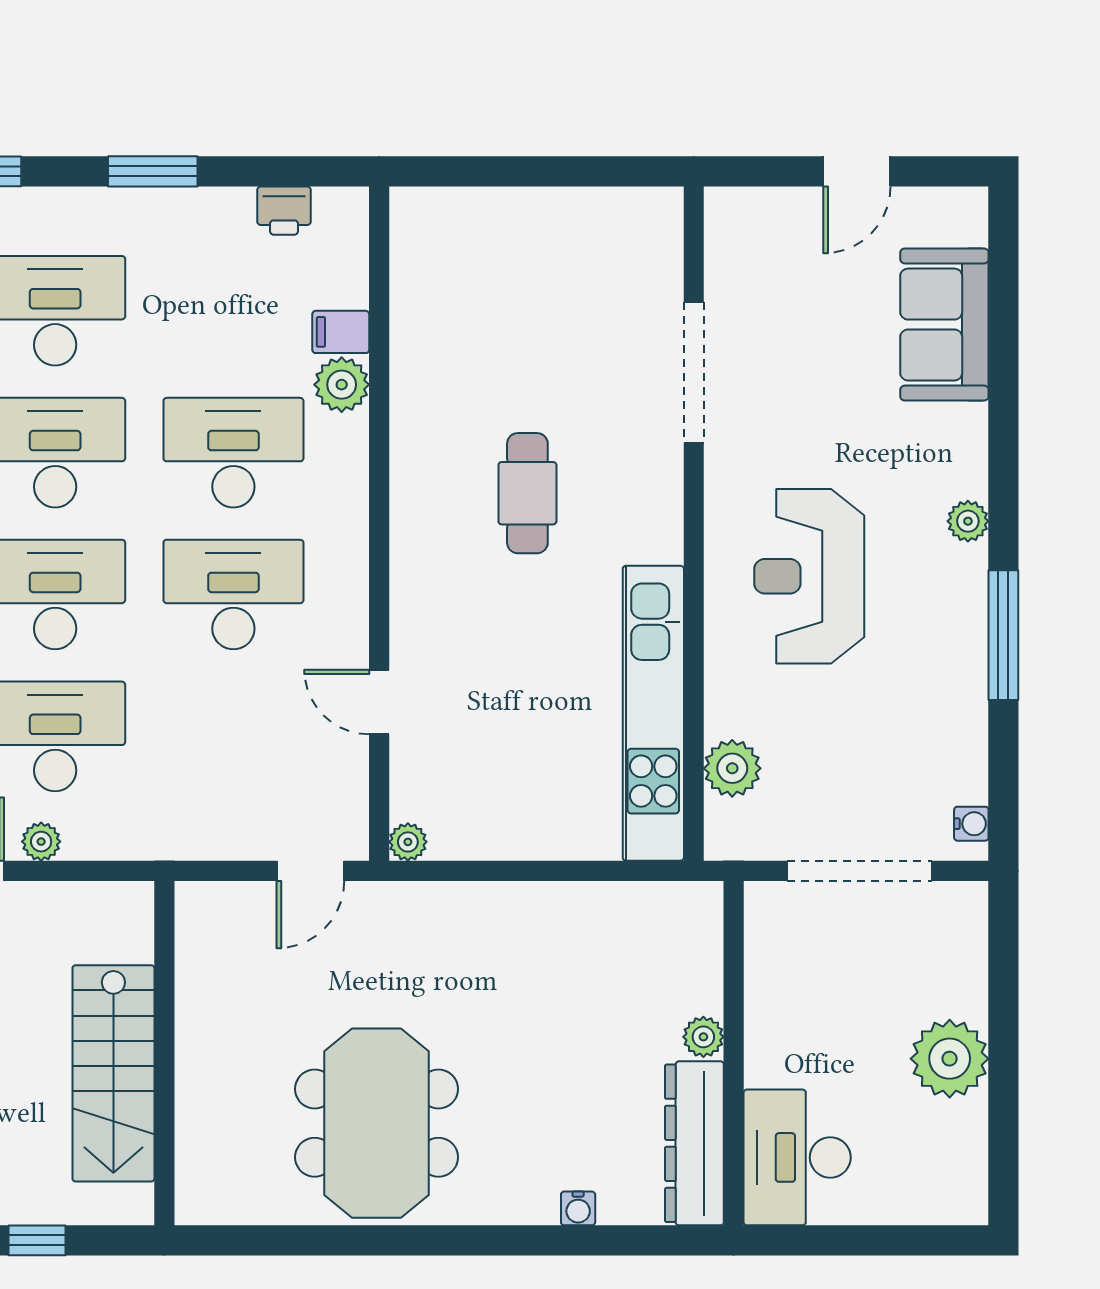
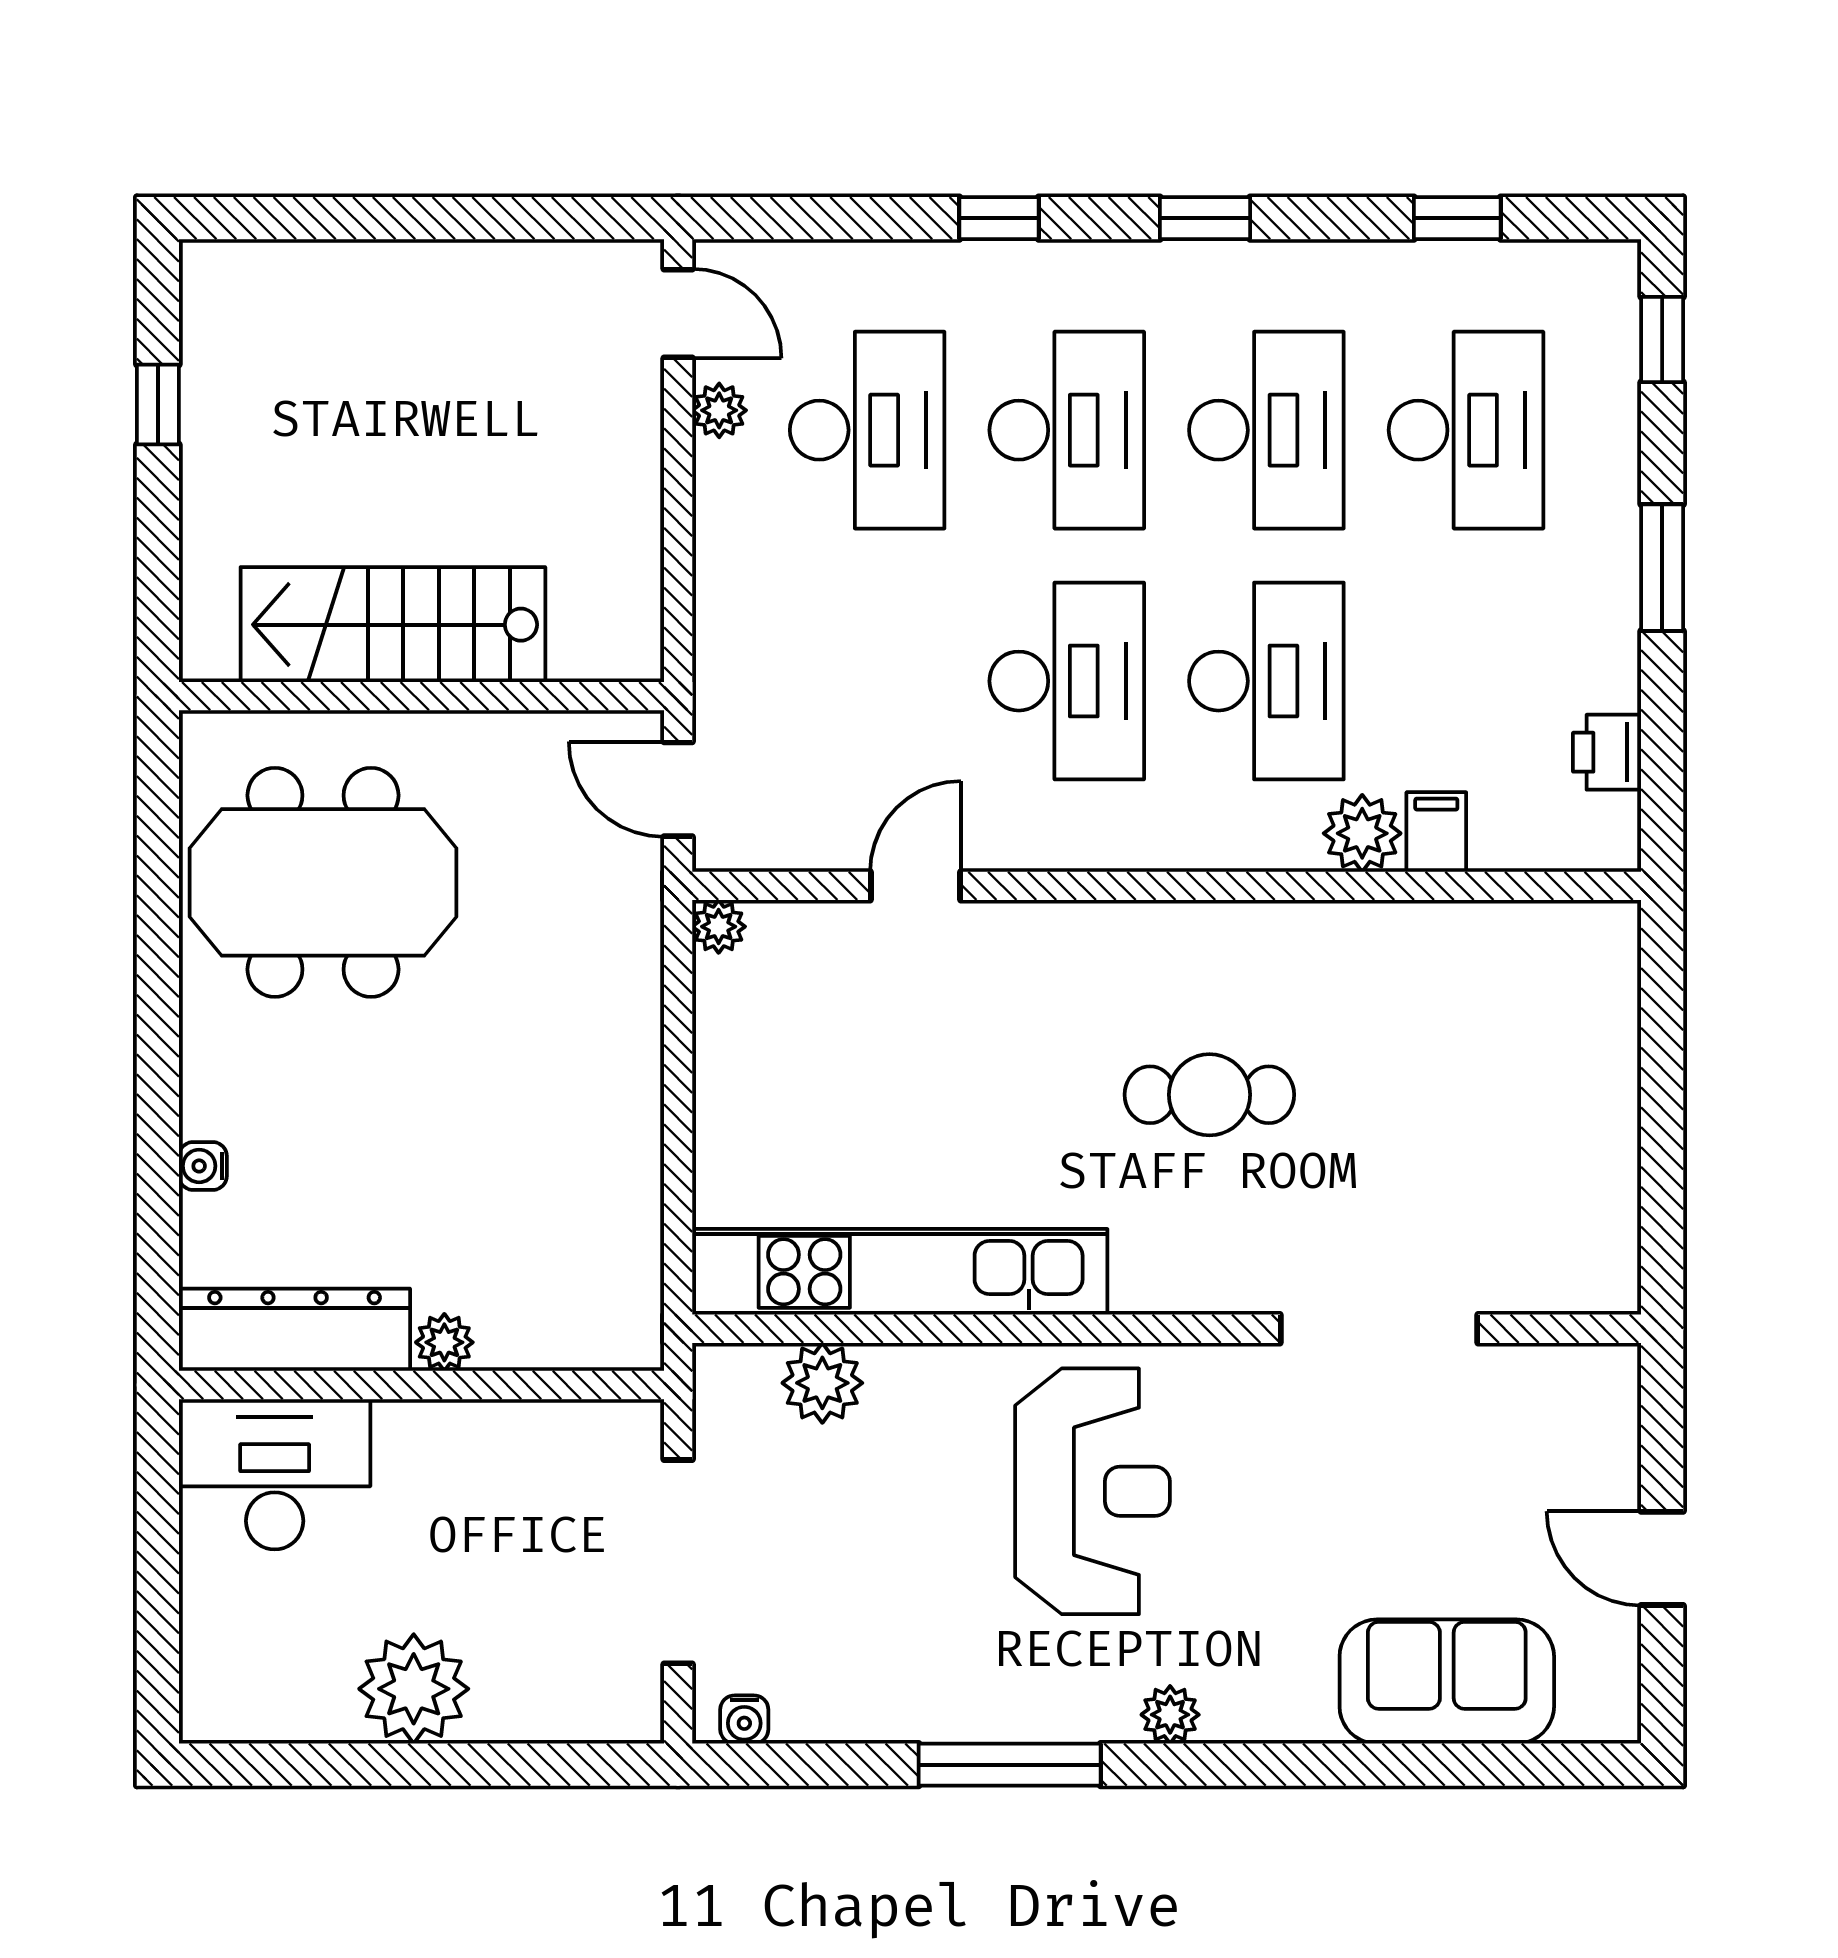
reception desk: (809, 576) -> (1093, 1491), turned 90
wall: (164, 1053) -> (421, 696), moved
stairs: (113, 1073) -> (393, 625), moved

